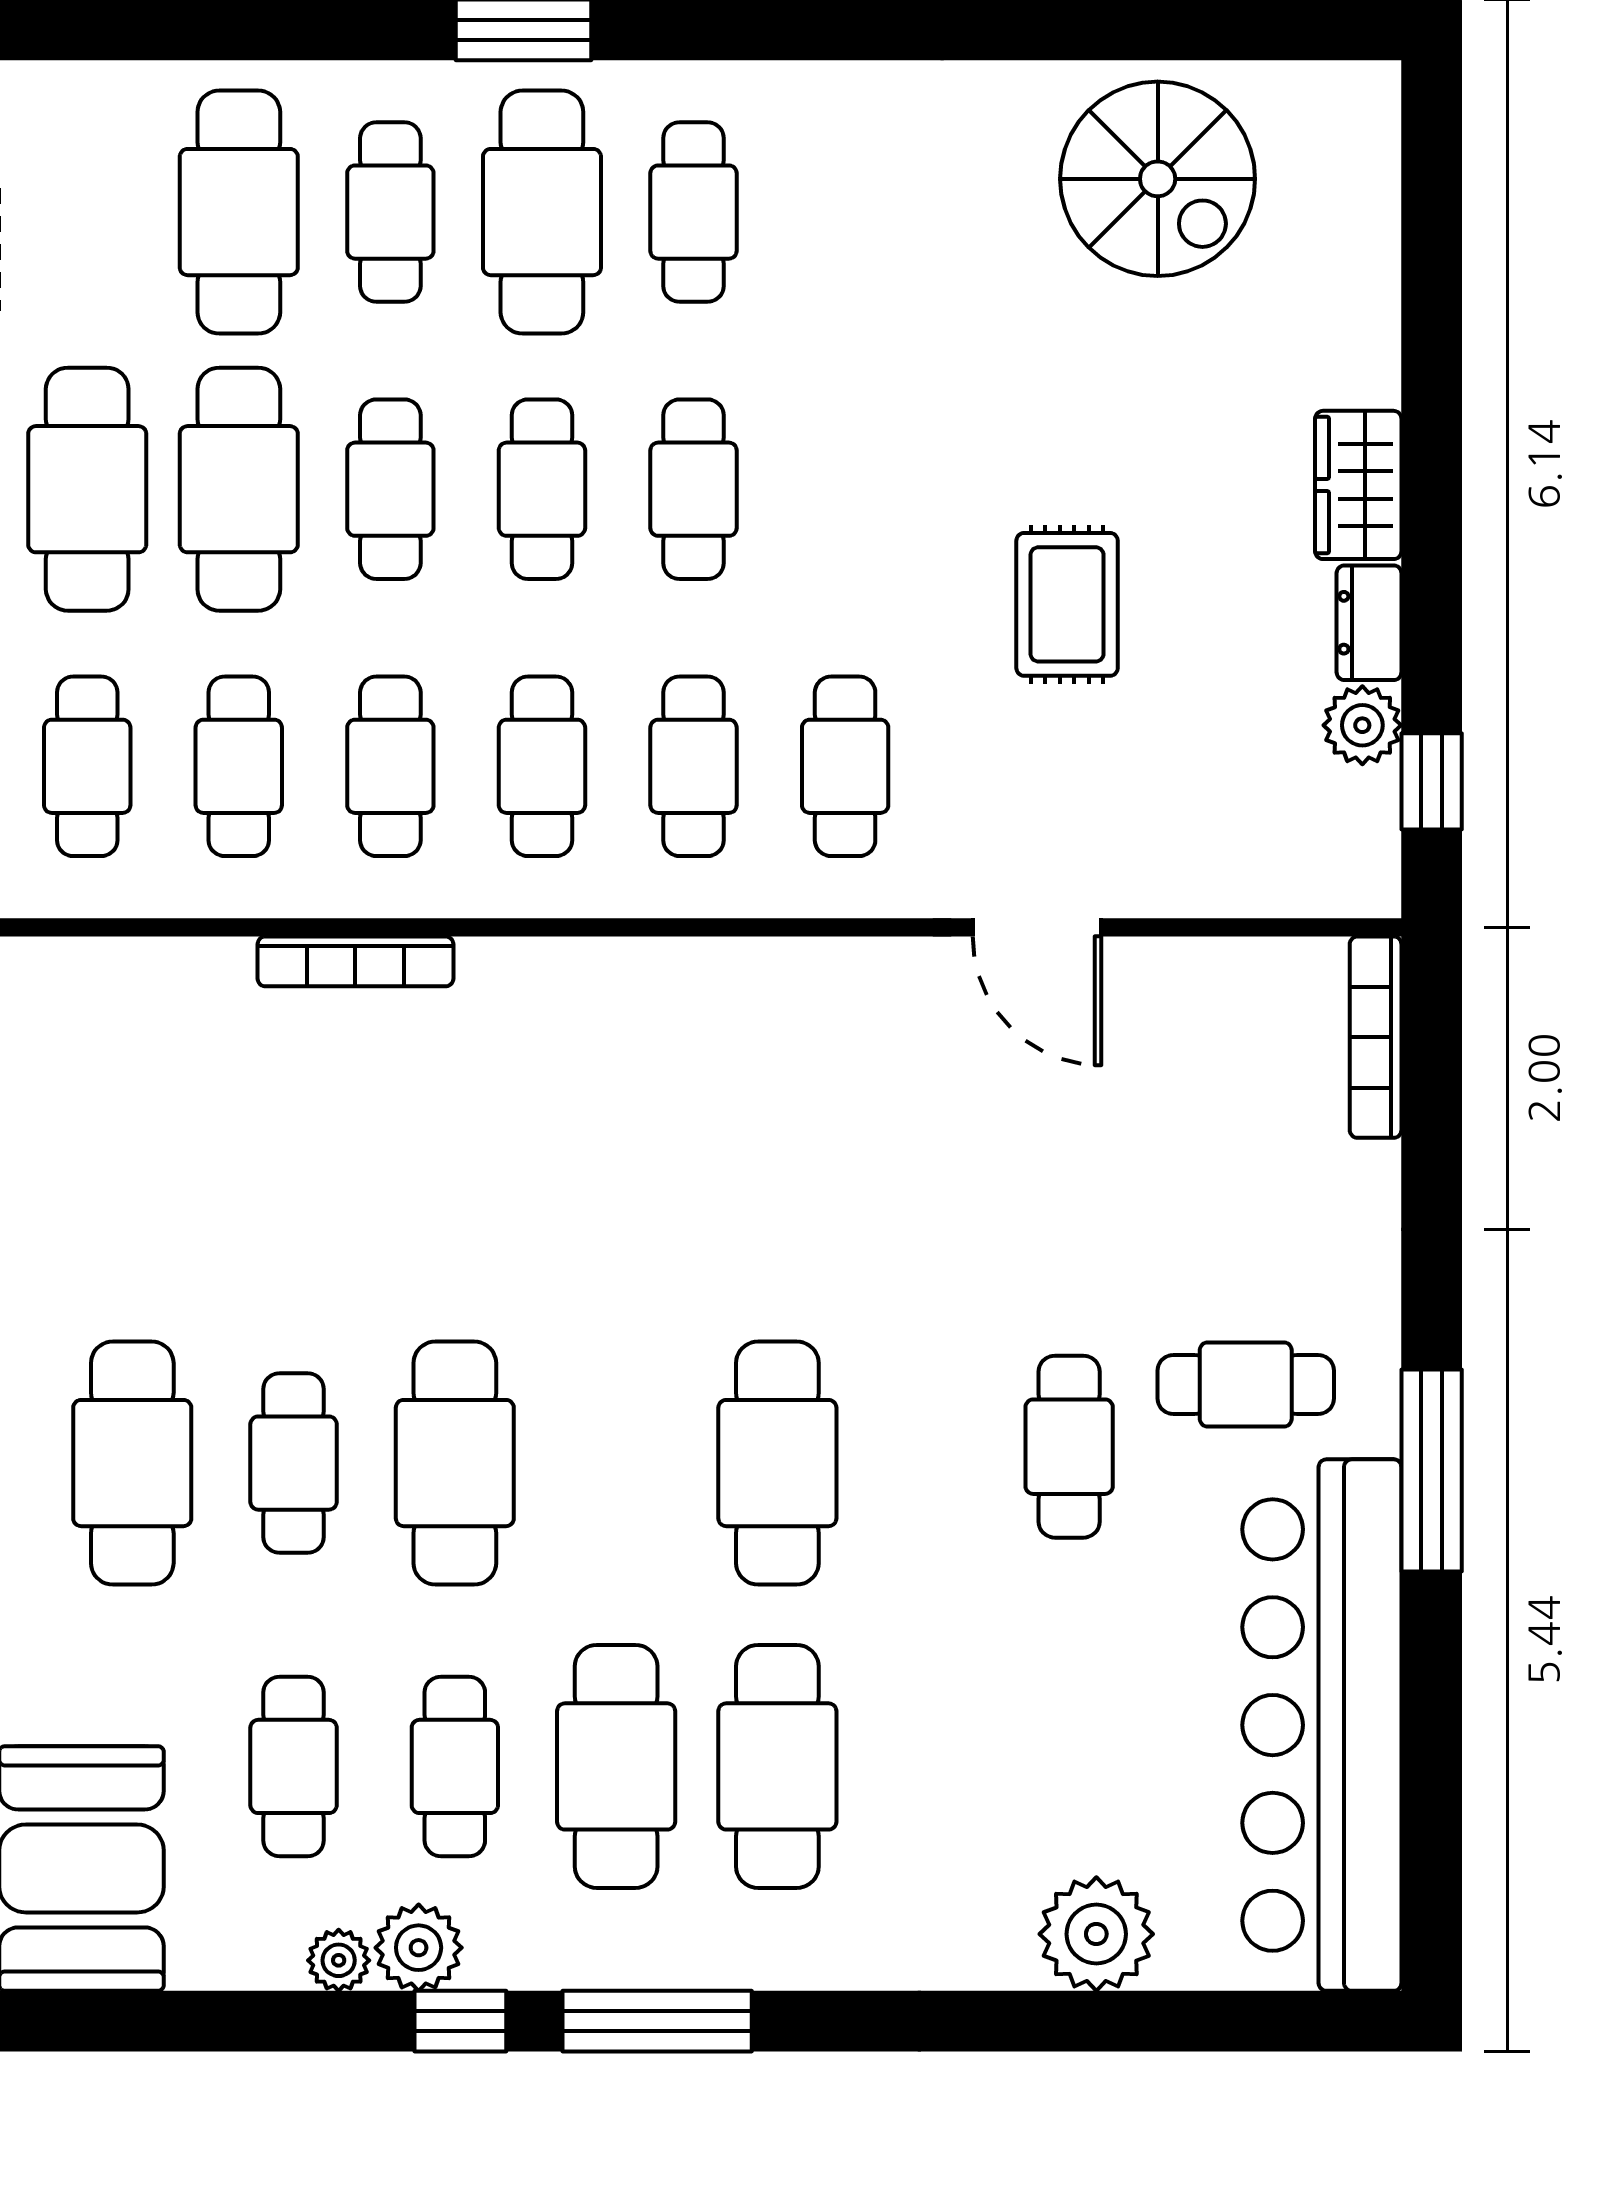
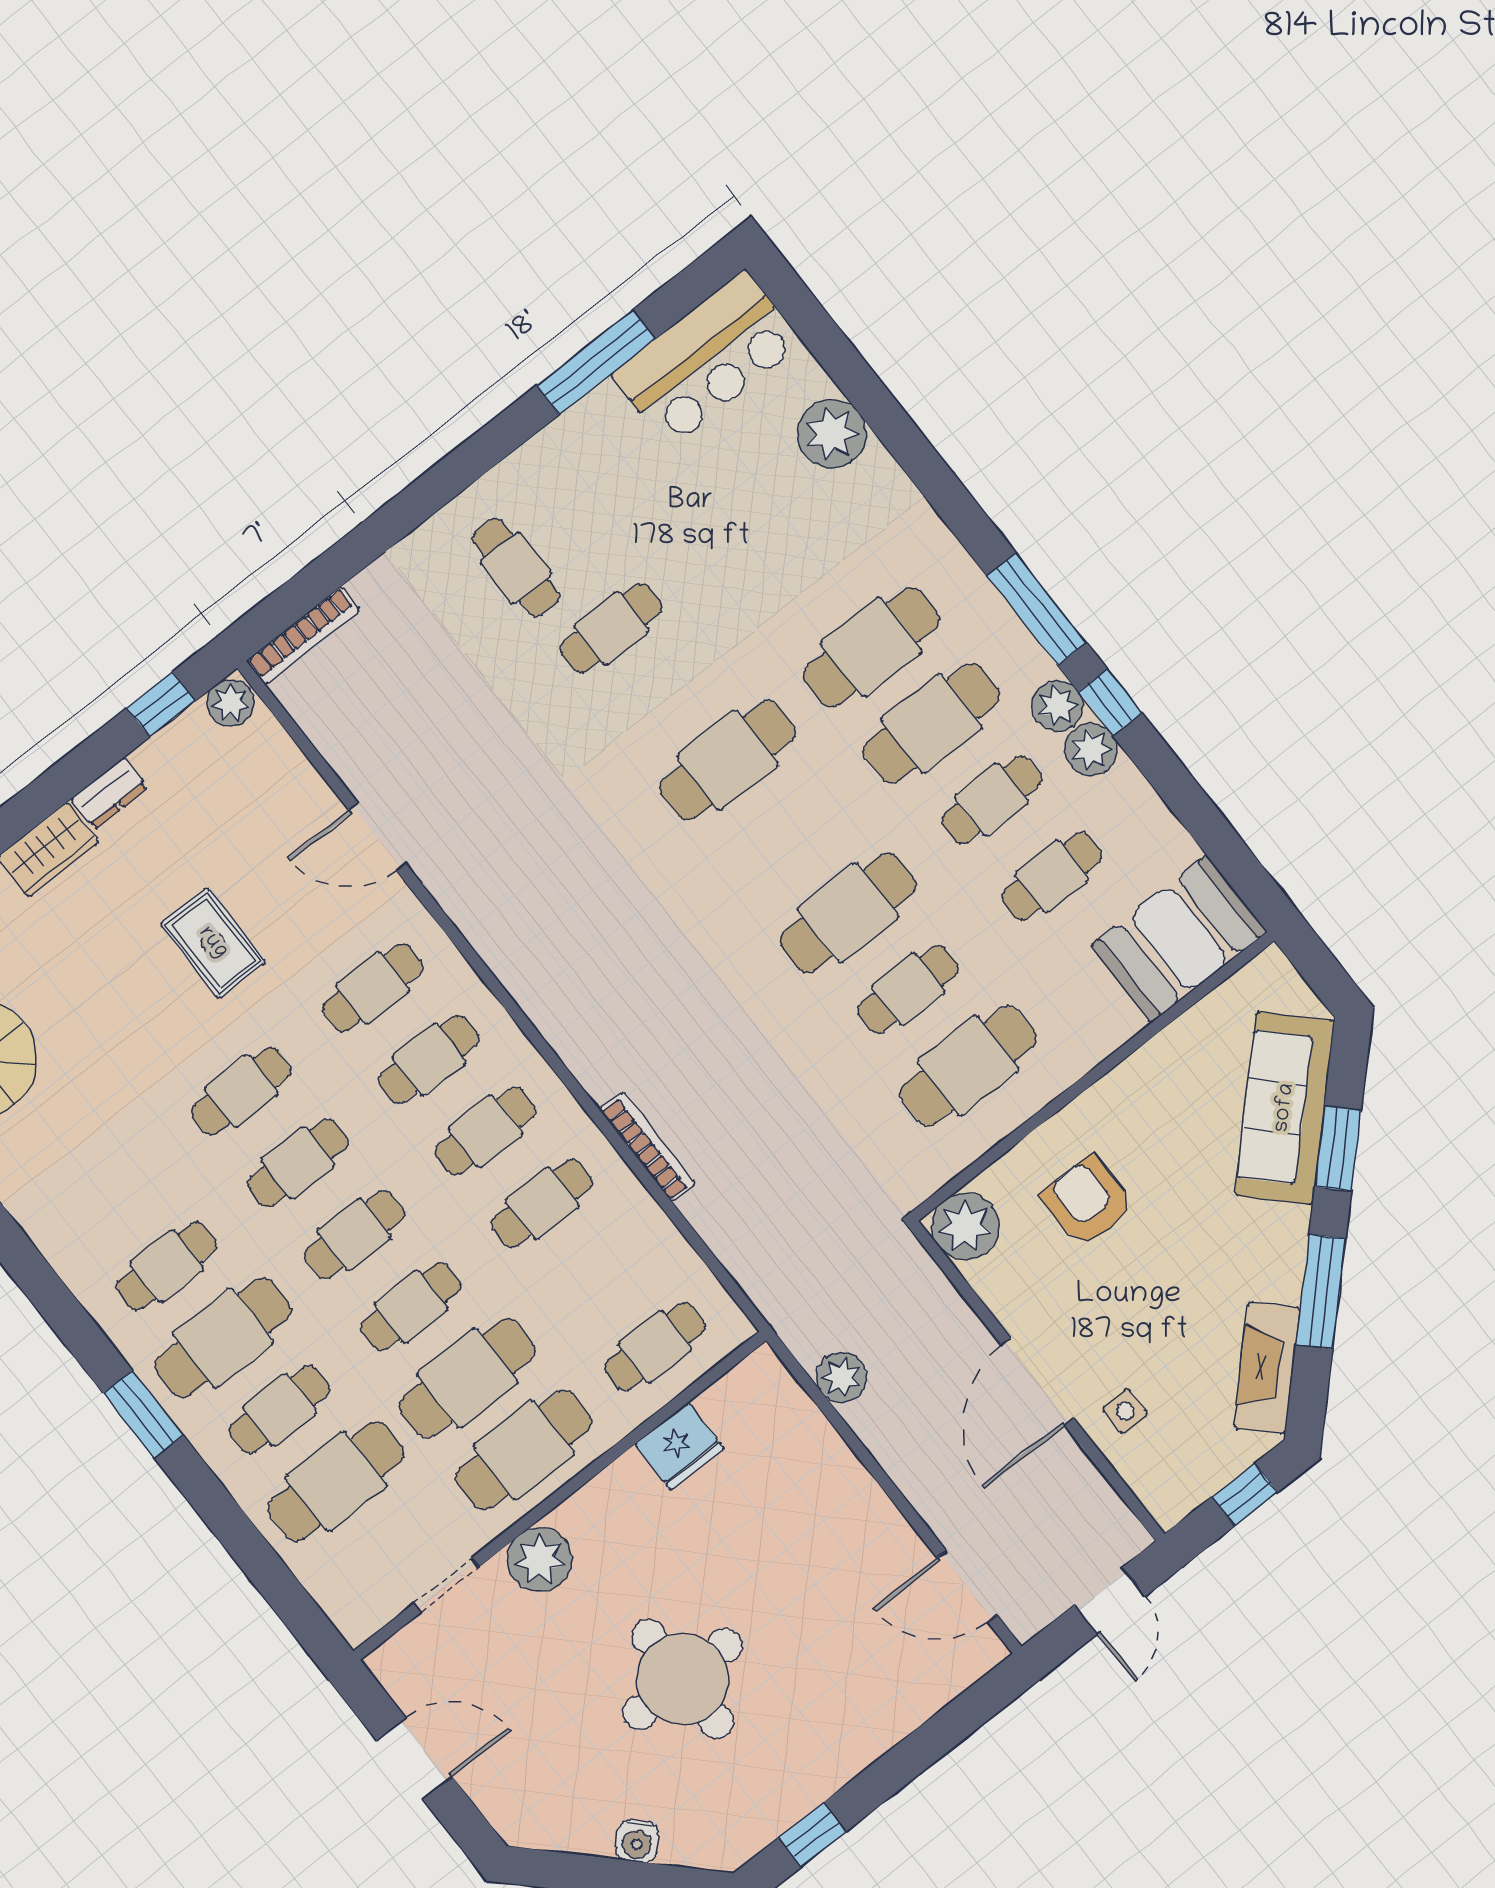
rug: (1067, 604) -> (213, 943), turned 90
plant: (1362, 725) -> (231, 703), moved
cafe table: (239, 766) -> (241, 1091), moved
door: (1037, 927) -> (377, 837), swing flipped
window: (1432, 1471) -> (596, 362), moved
bar counter: (1322, 1725) -> (707, 359), width x0.54
plant: (339, 1960) -> (1057, 706), moved, width x1.38, depth x1.38

